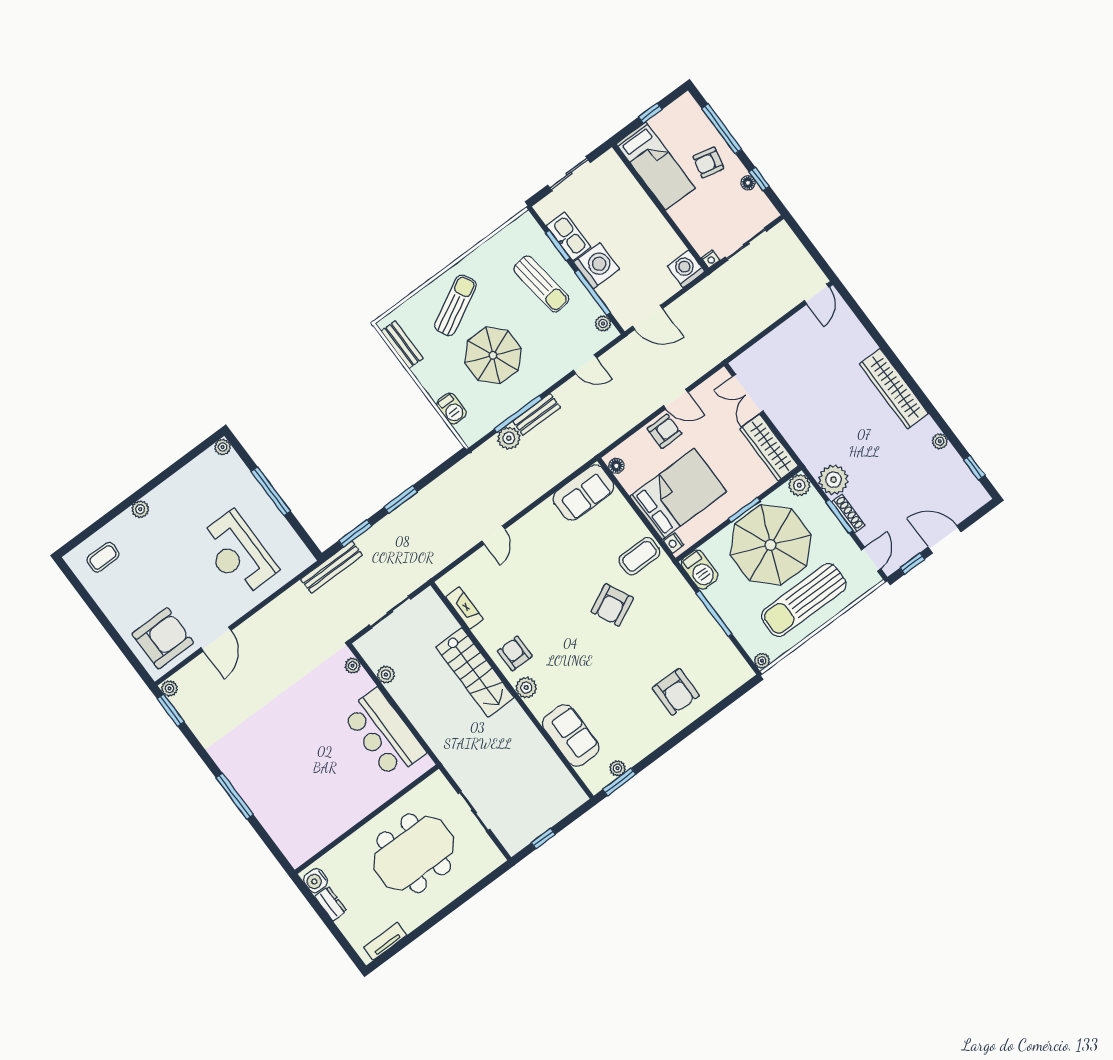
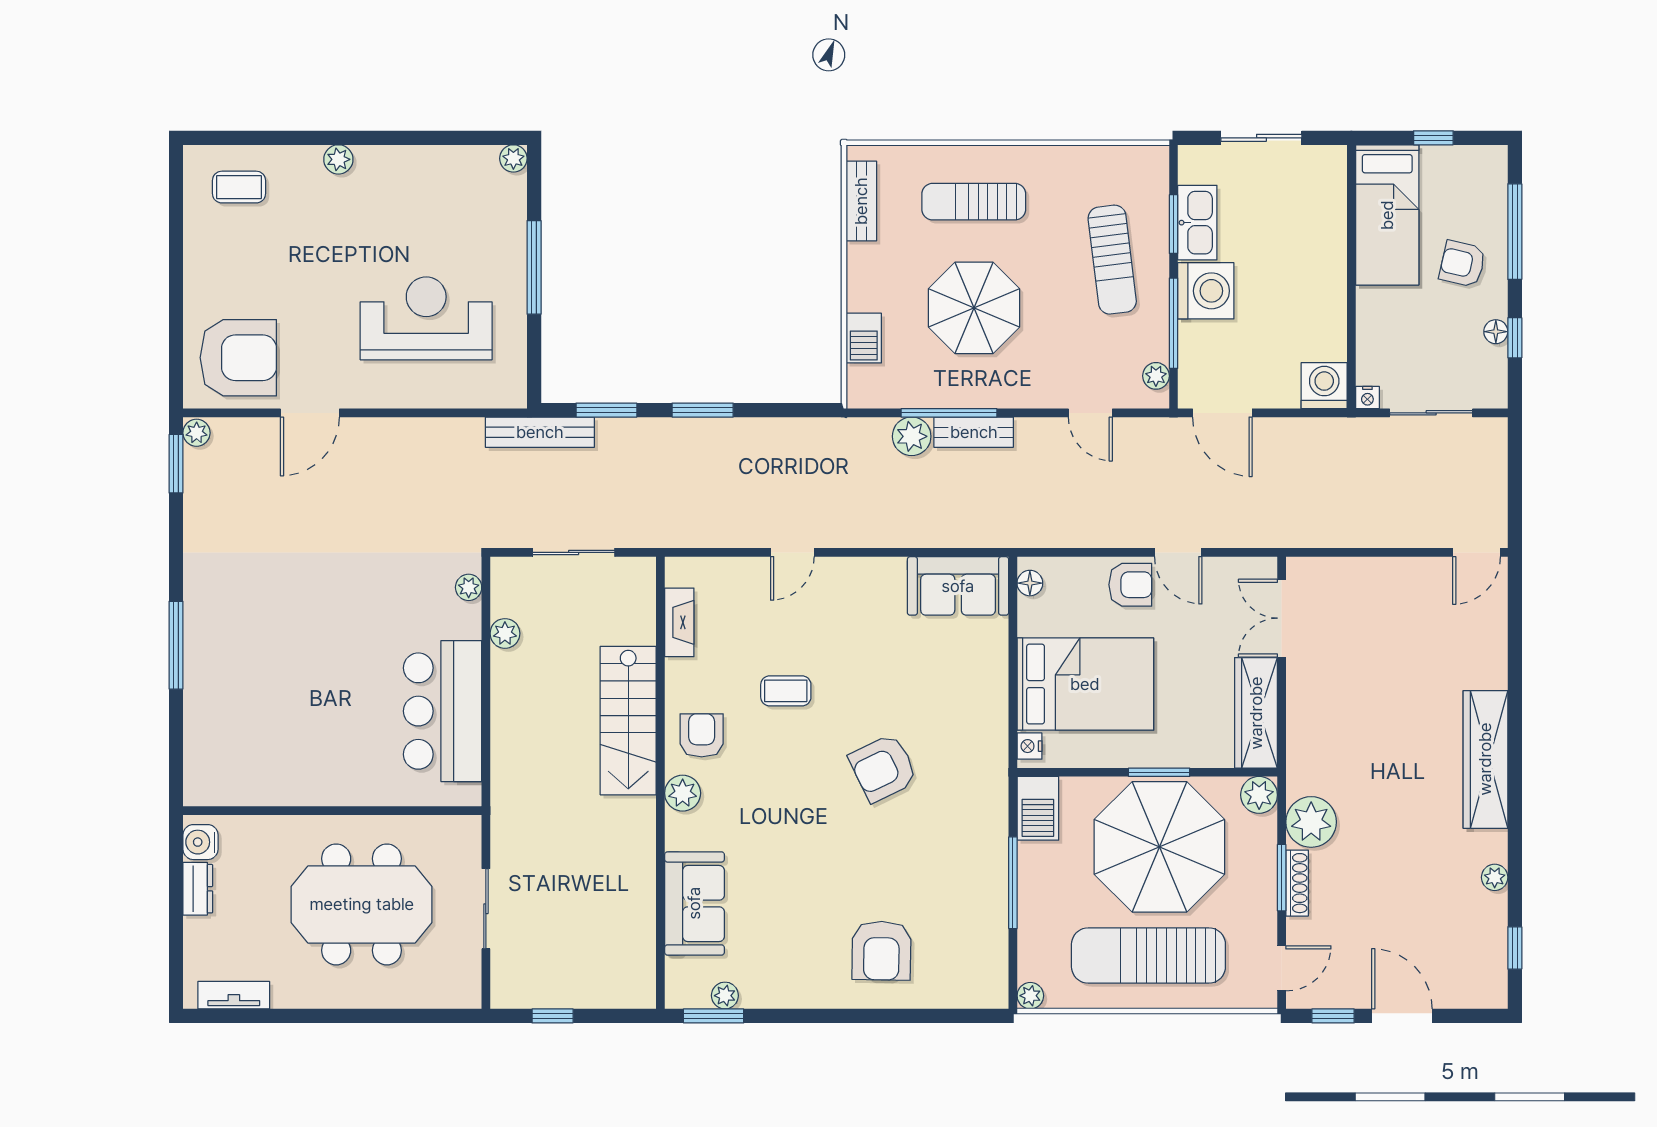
sun lounger: (455, 305) -> (974, 202), turned -152
reception desk: (238, 553) -> (426, 318), turned 90
coffee table: (640, 556) -> (786, 691), moved, width x0.73, depth x0.77

